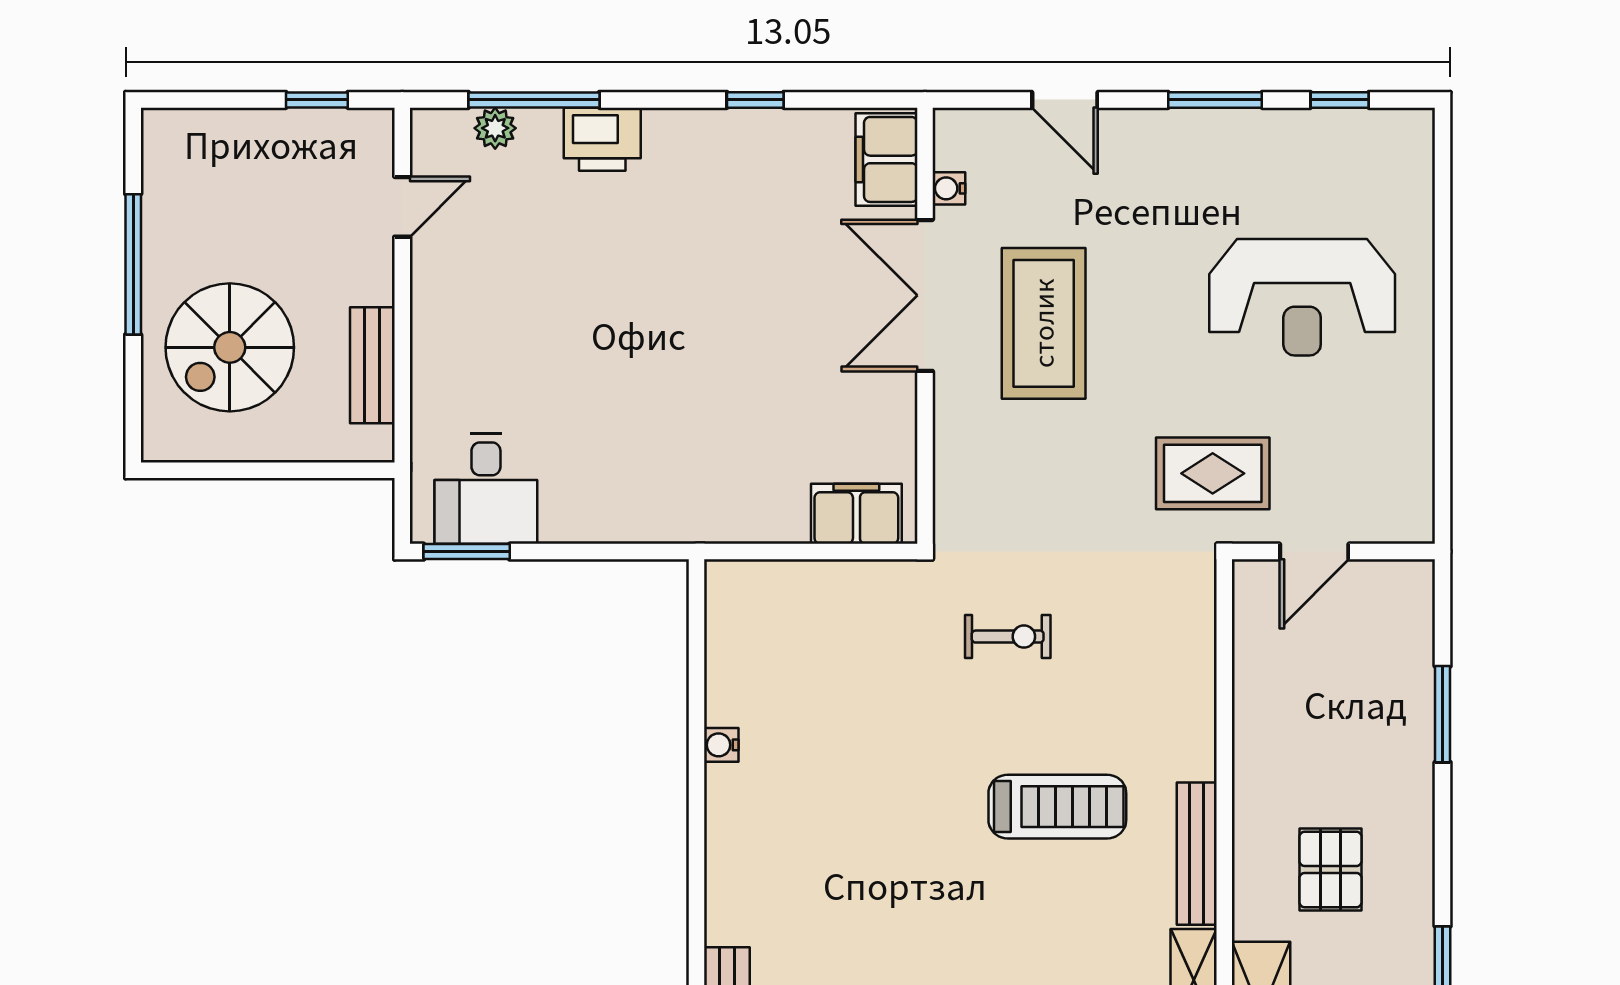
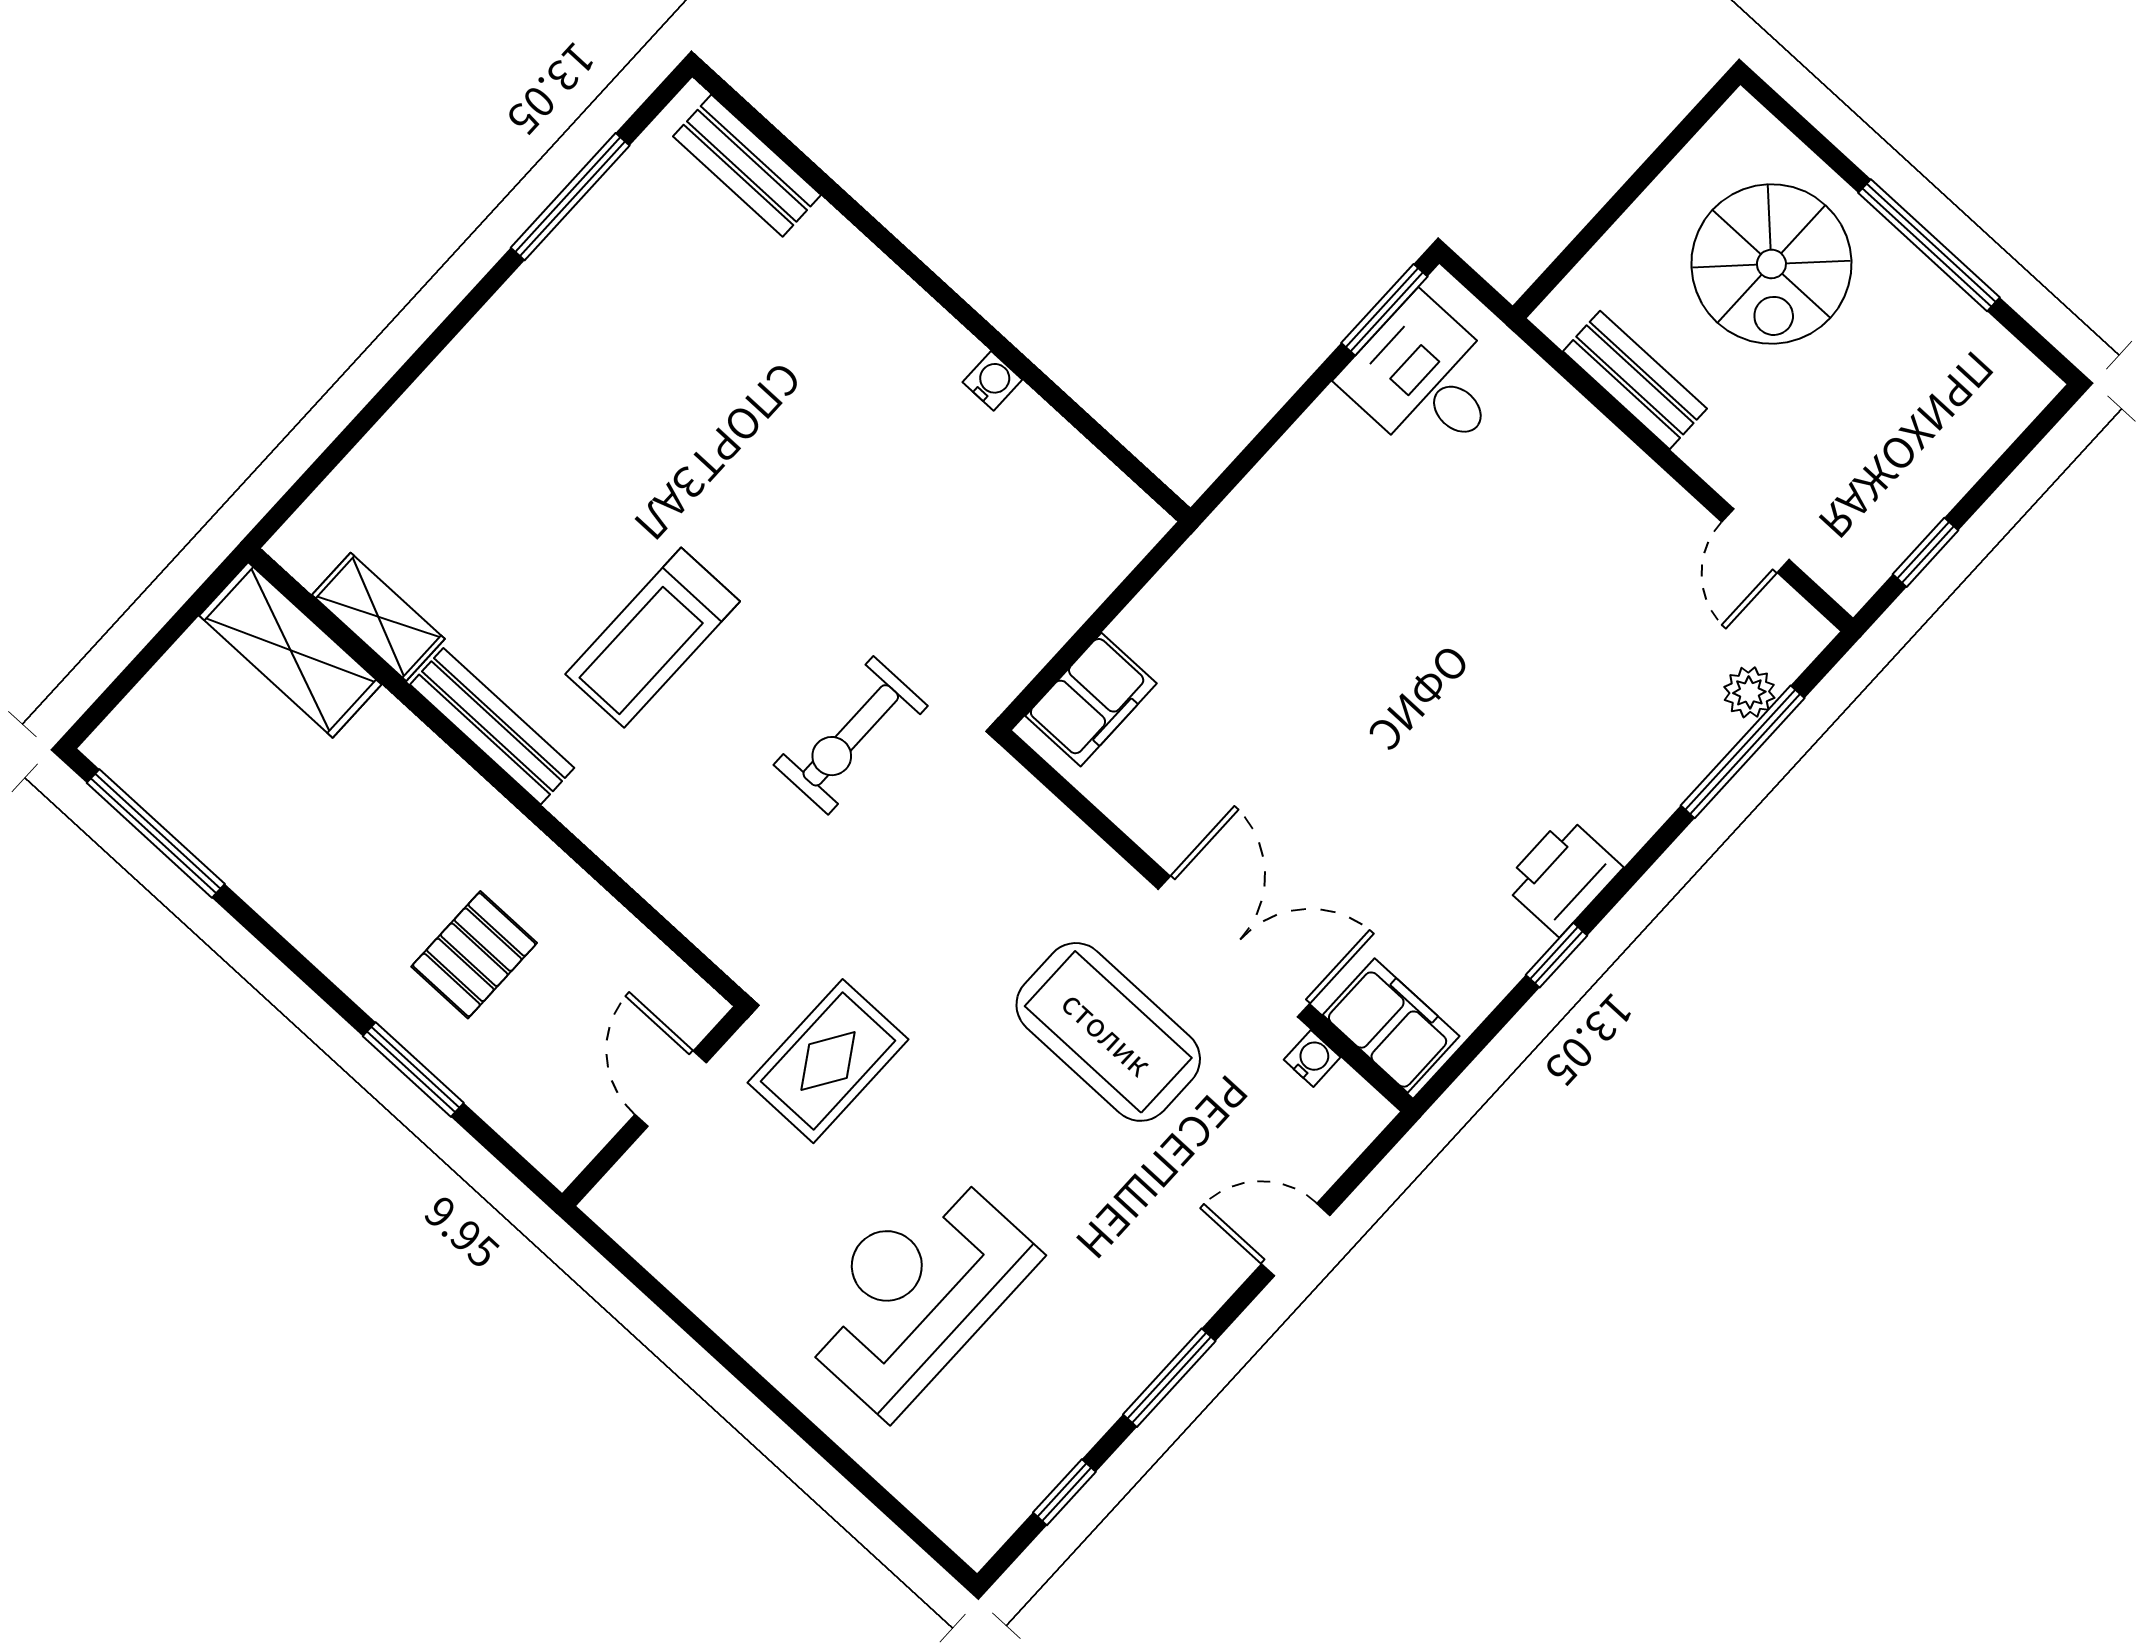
printer: (602, 139) -> (1562, 876), moved
spiral stairs: (230, 347) -> (1771, 264), turned 180
exercise bike: (1008, 637) -> (851, 735), width x1.38, depth x1.39
pallet: (1331, 870) -> (474, 955), moved, turned 90

